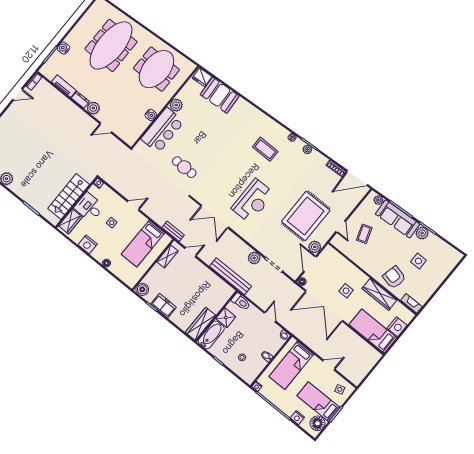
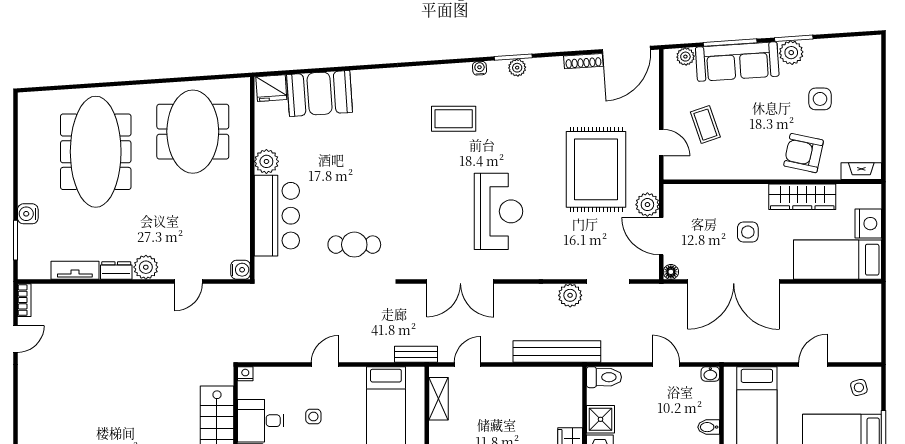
water cooler: (151, 115) -> (241, 270), moved

